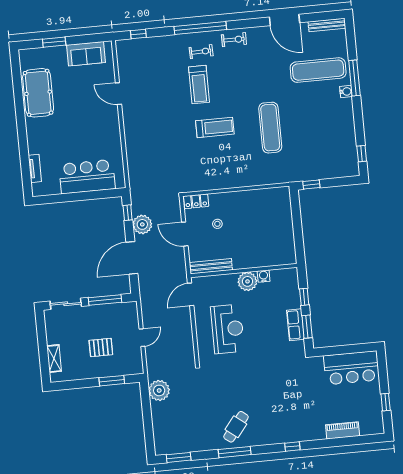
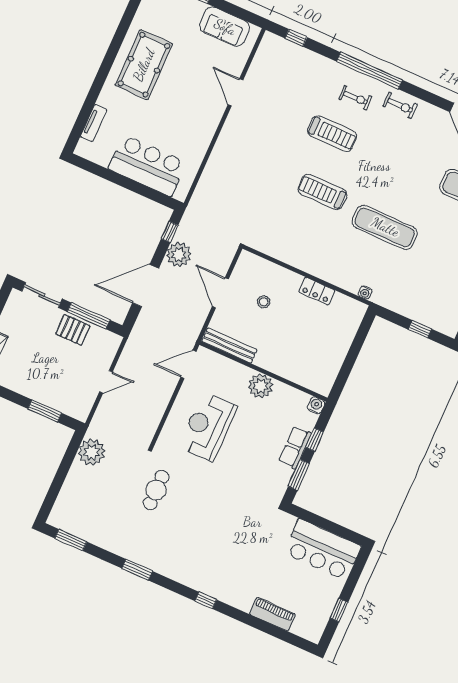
treadmill: (199, 85) -> (332, 134), turned -90
pool table: (38, 93) -> (144, 65), moved
treadmill: (215, 127) -> (322, 192), turned 180
exercise mat: (270, 128) -> (385, 227), turned 90
water cooler: (282, 179) -> (365, 293), added
window: (311, 185) -> (420, 329), moved
locker: (196, 201) -> (317, 291), moved
water cooler: (264, 276) -> (316, 405), moved
row of seats: (295, 325) -> (295, 447), moved
reception desk: (227, 329) -> (208, 427), turned 180
pallet: (101, 348) -> (73, 330), moved
cafe table: (236, 427) -> (156, 490), moved, turned -38
window: (235, 452) -> (137, 570), width x0.69

